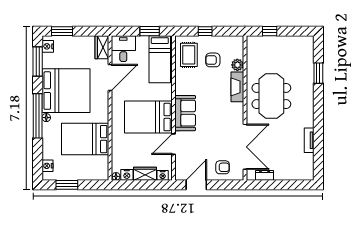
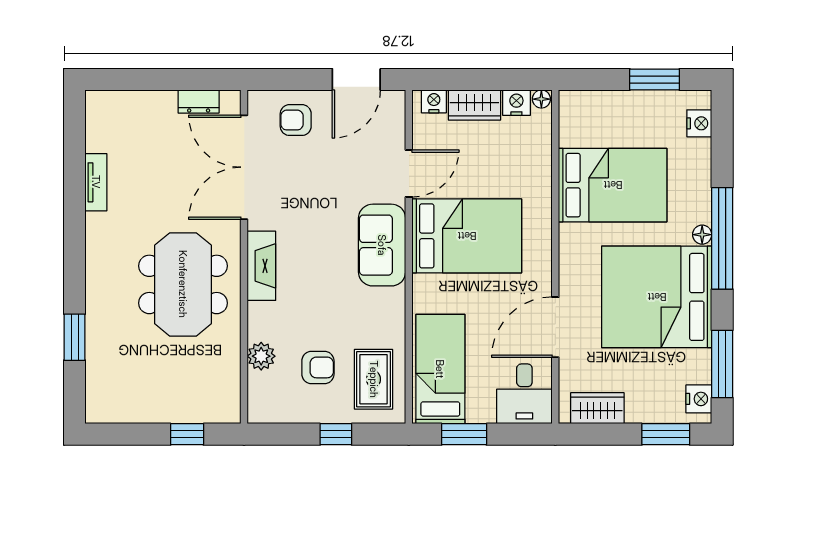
wardrobe: (102, 47) -> (597, 408), moved, turned -90
fireplace: (237, 87) -> (261, 266), moved

